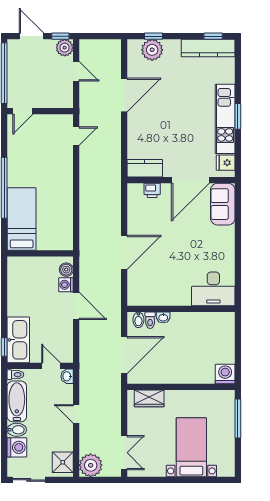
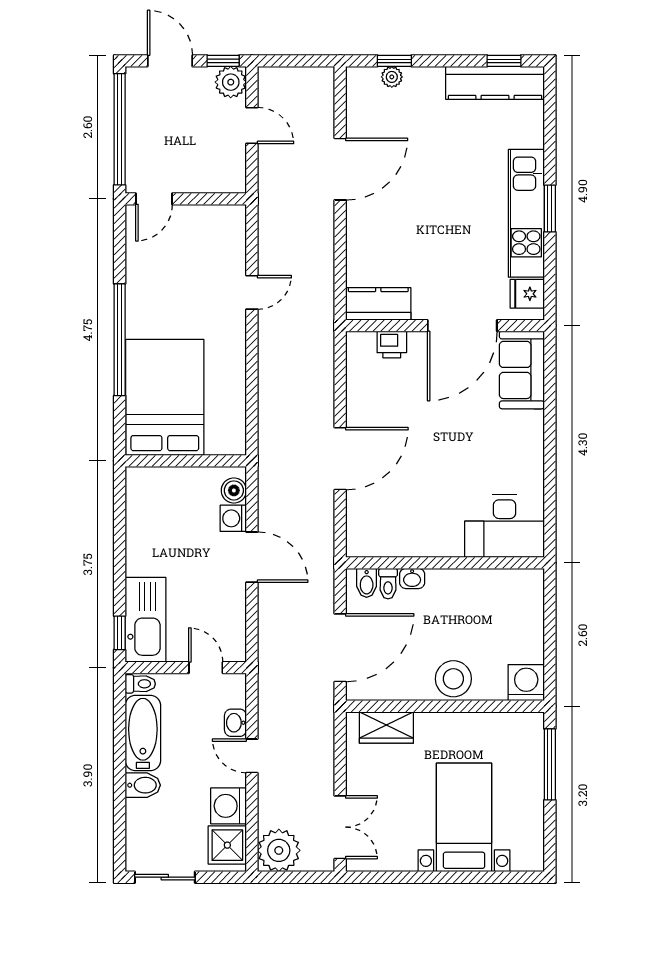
plant: (152, 50) -> (392, 77), width x0.53, depth x0.53
door: (76, 136) -> (252, 292), moved
bed: (22, 219) -> (165, 397), width x1.50
stool: (186, 372) -> (453, 679), added
washbasin: (67, 376) -> (235, 723), moved
washing machine: (17, 447) -> (229, 806), moved, turned 180

